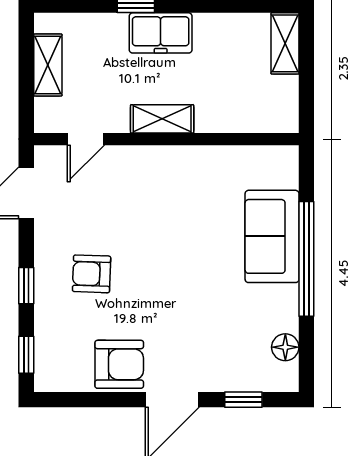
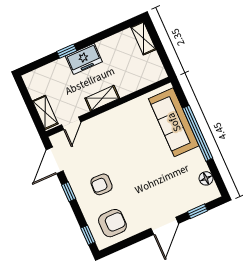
shelving: (48, 65) -> (45, 112), moved
sofa: (272, 236) -> (174, 122), width x1.36
window: (26, 286) -> (69, 192), moved
armchair: (119, 364) -> (112, 223), moved

